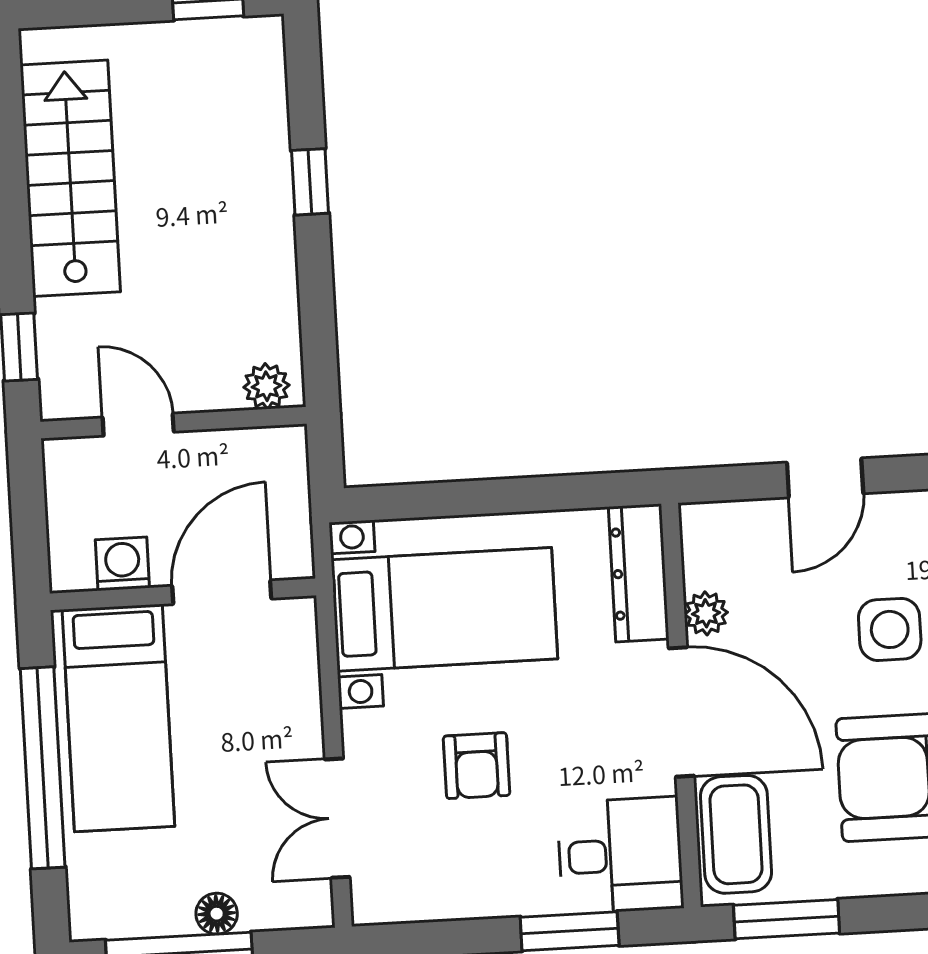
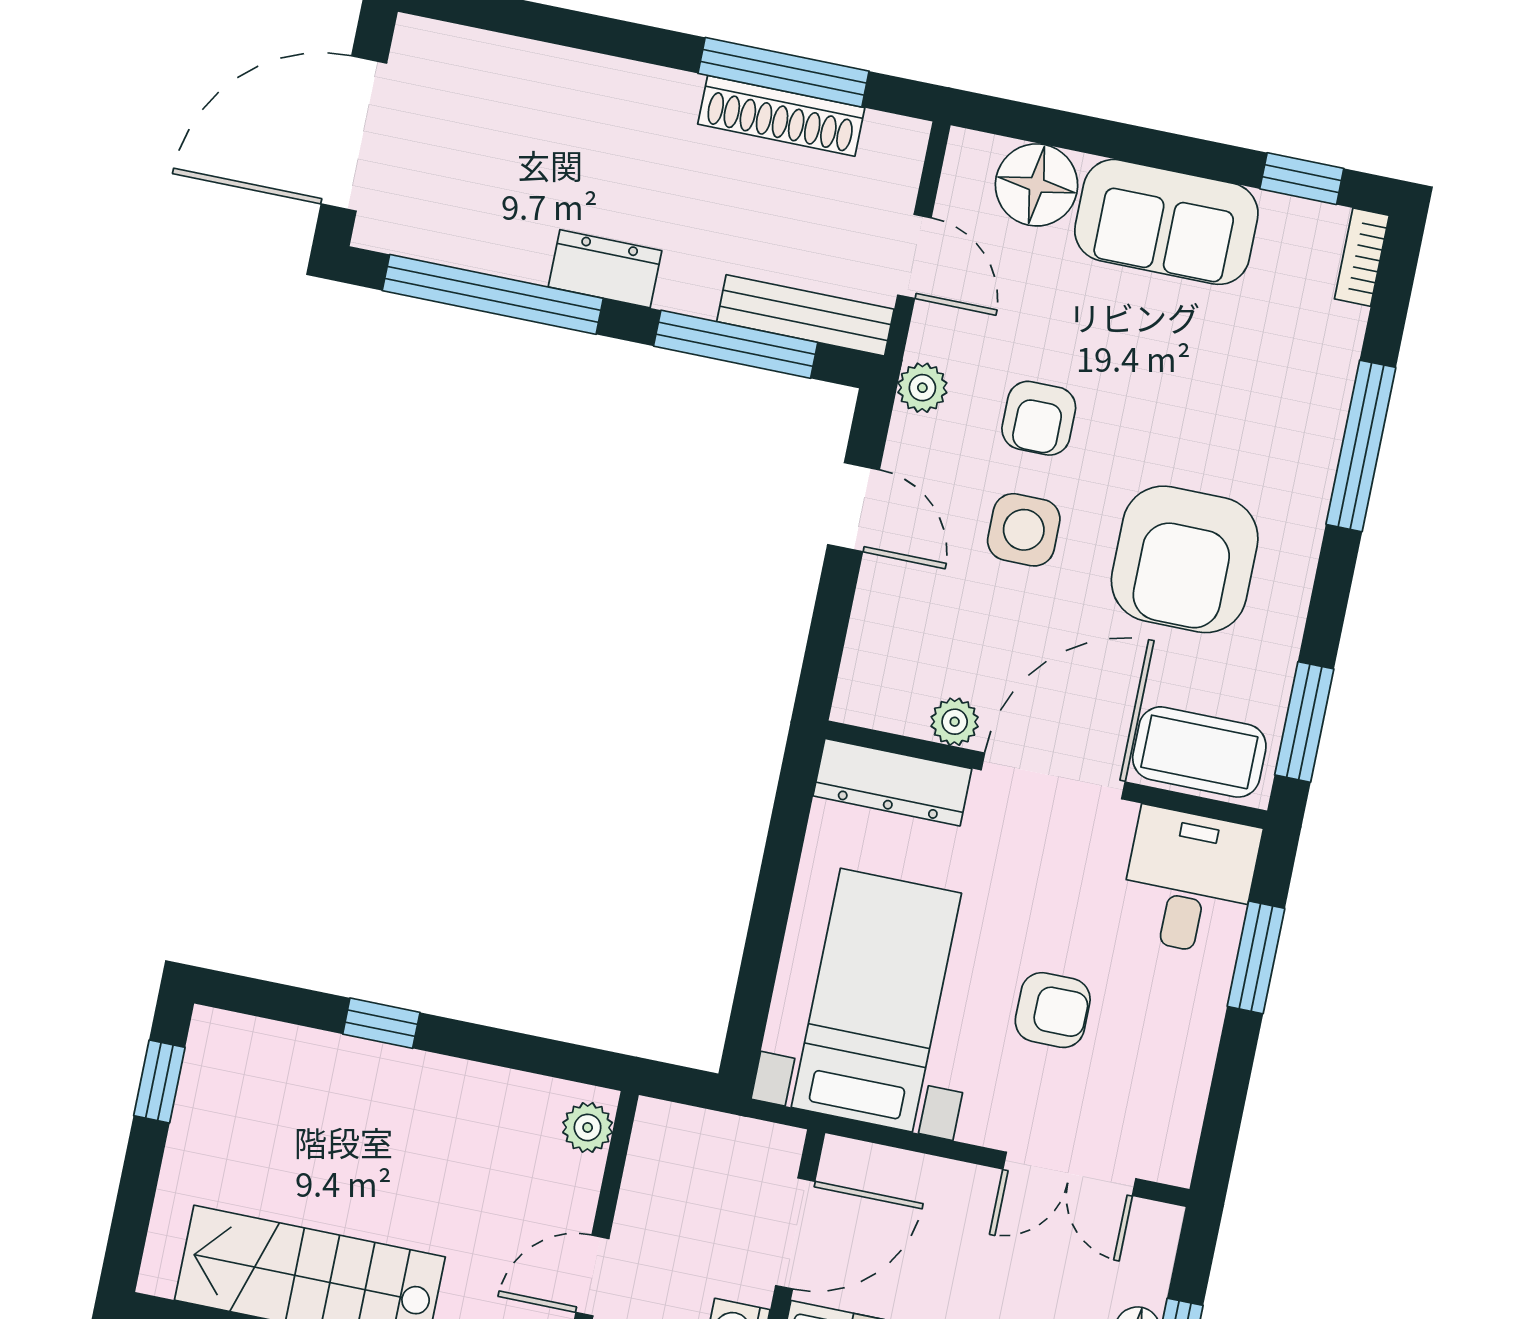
door: (825, 478) -> (853, 507), moved
door: (222, 592) -> (795, 1233), swing flipped

